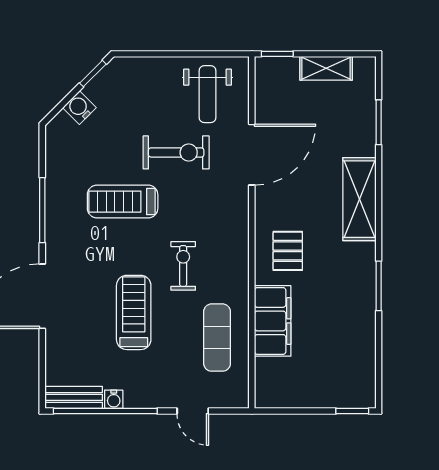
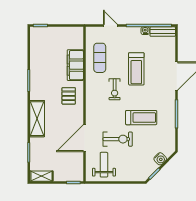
shelving: (326, 68) -> (41, 176), moved
exercise bike: (176, 152) -> (118, 139), turned 180

